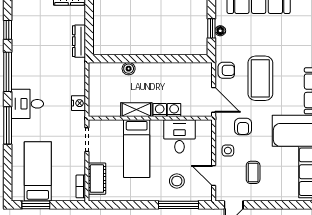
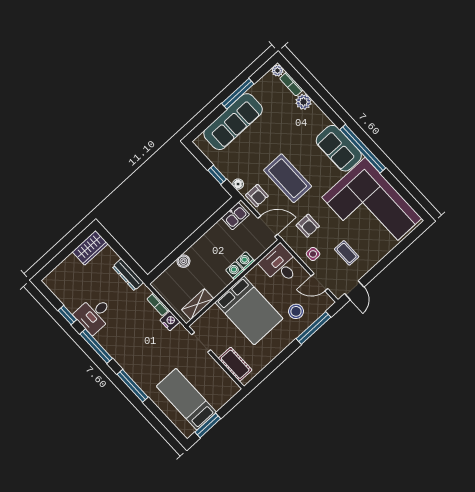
floor lamp: (220, 31) -> (238, 184), moved
armchair: (226, 70) -> (257, 196), turned 90
kitchen sink: (197, 71) -> (235, 216), added
desk: (27, 104) -> (94, 315), moved
shelving: (136, 110) -> (198, 304), moved
desk: (179, 136) -> (280, 265), moved
bed: (137, 149) -> (249, 310), width x1.50
bookcase: (81, 186) -> (158, 304), moved

